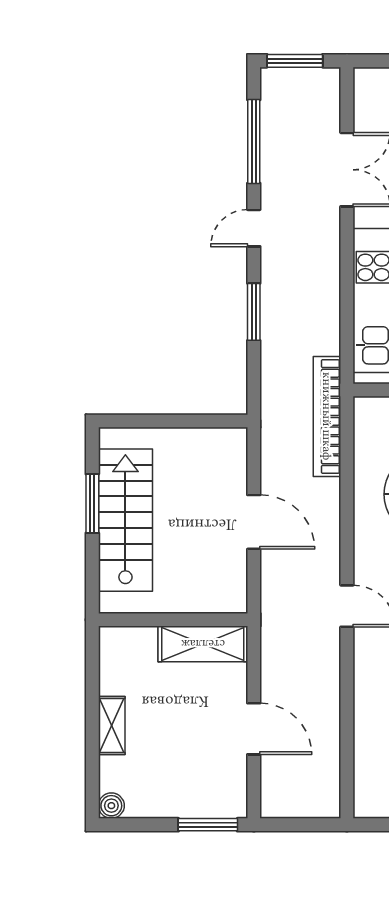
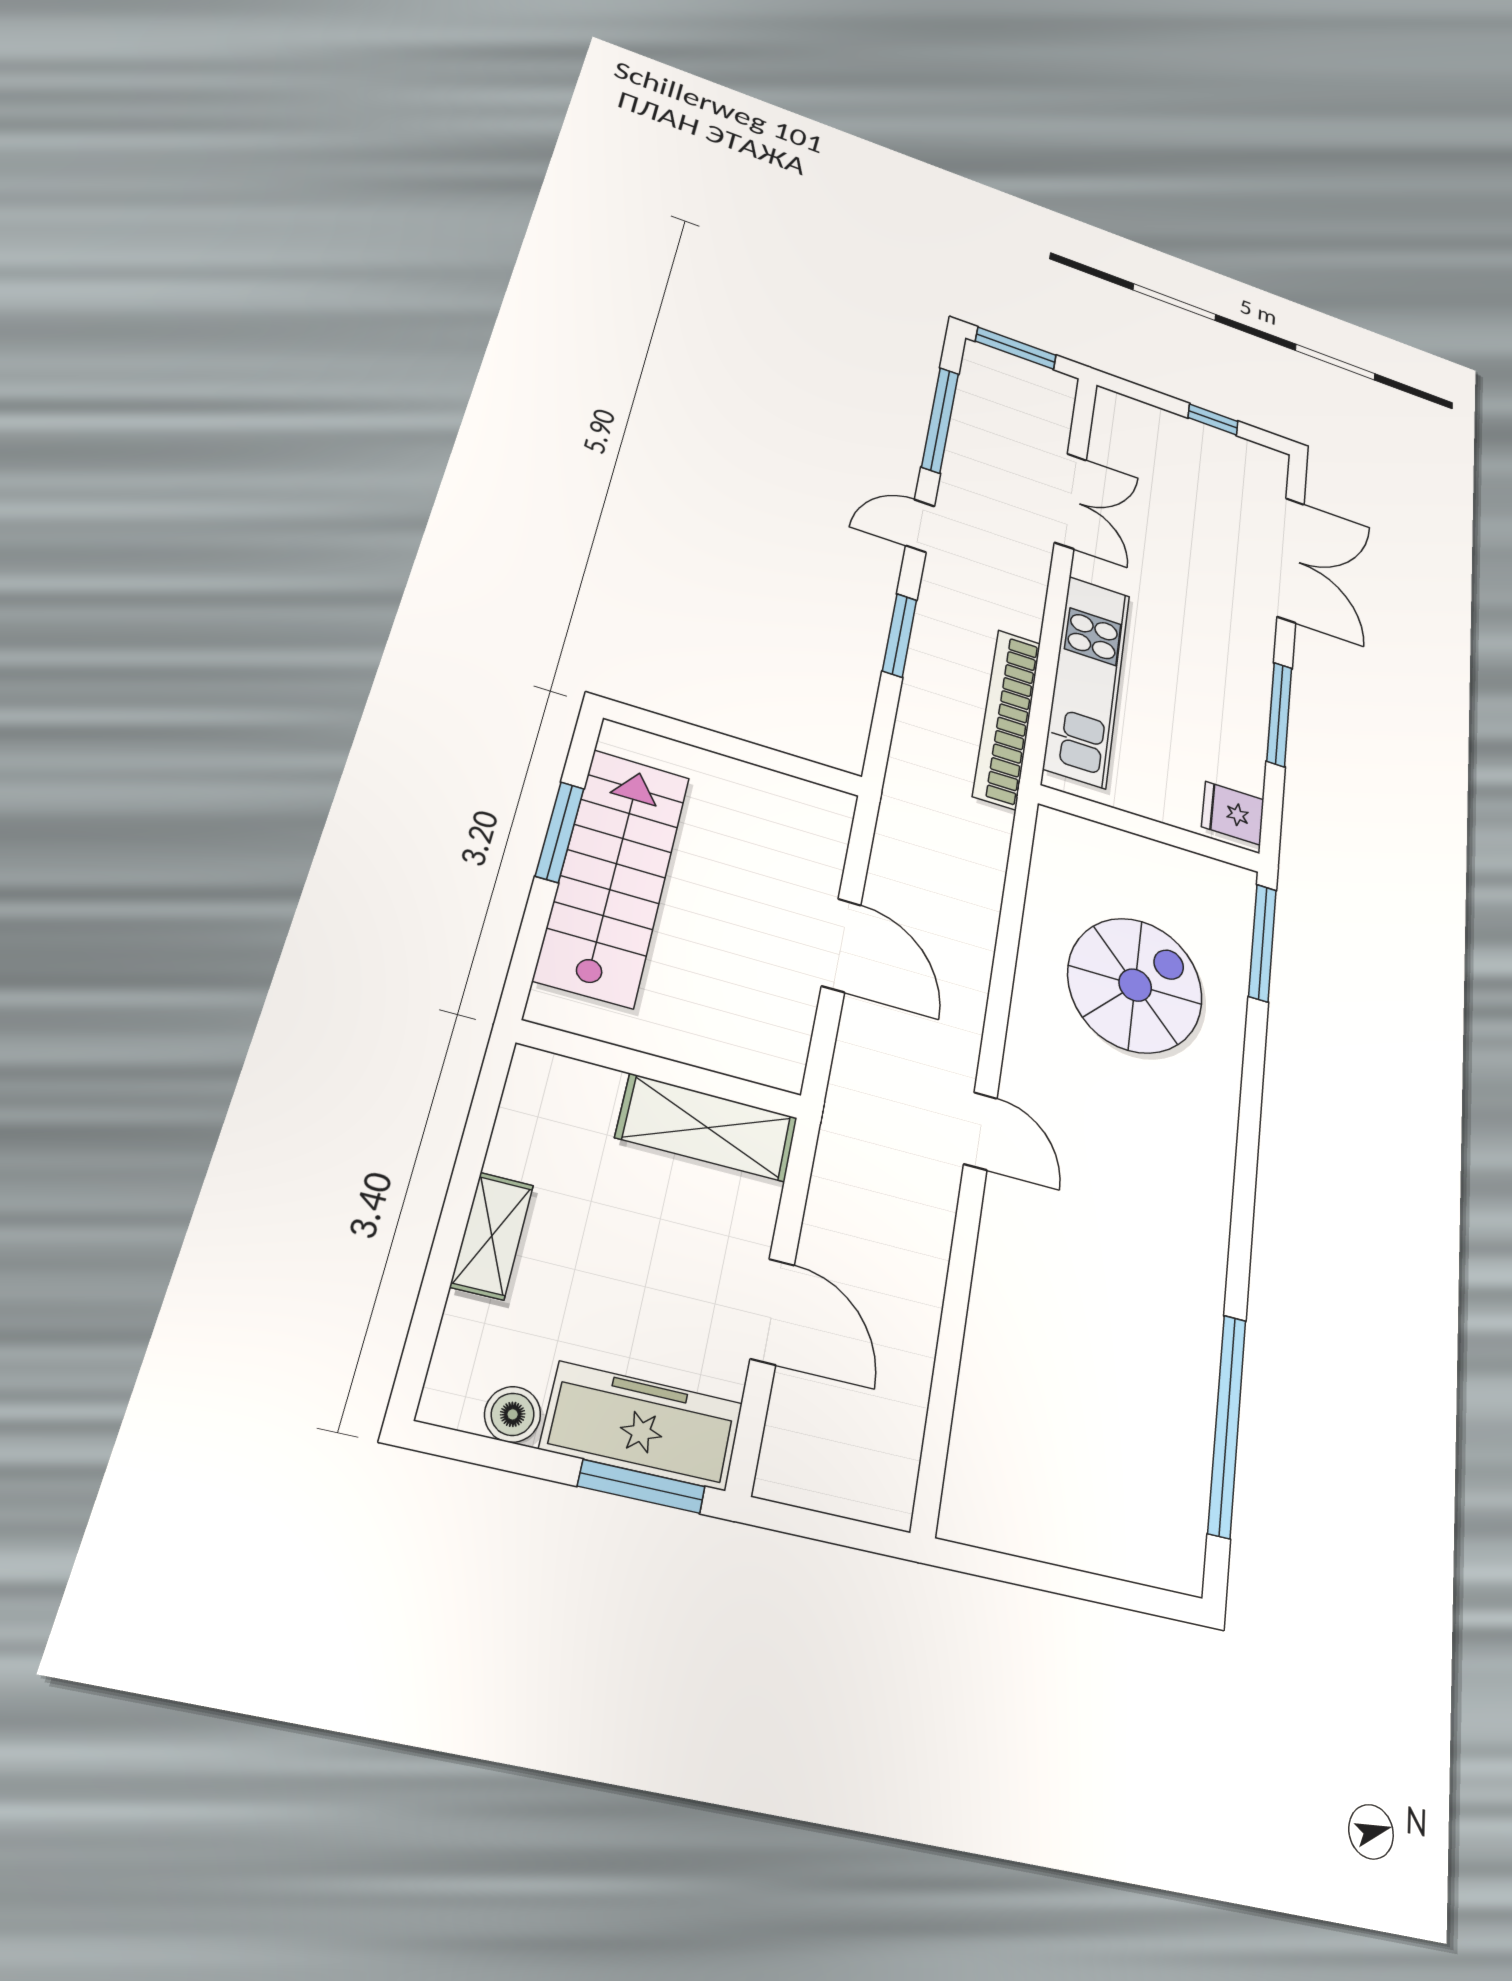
bookcase: (327, 416) -> (1007, 718), moved
freezer: (202, 797) -> (642, 1426), added
boiler: (111, 806) -> (513, 1414), moved

